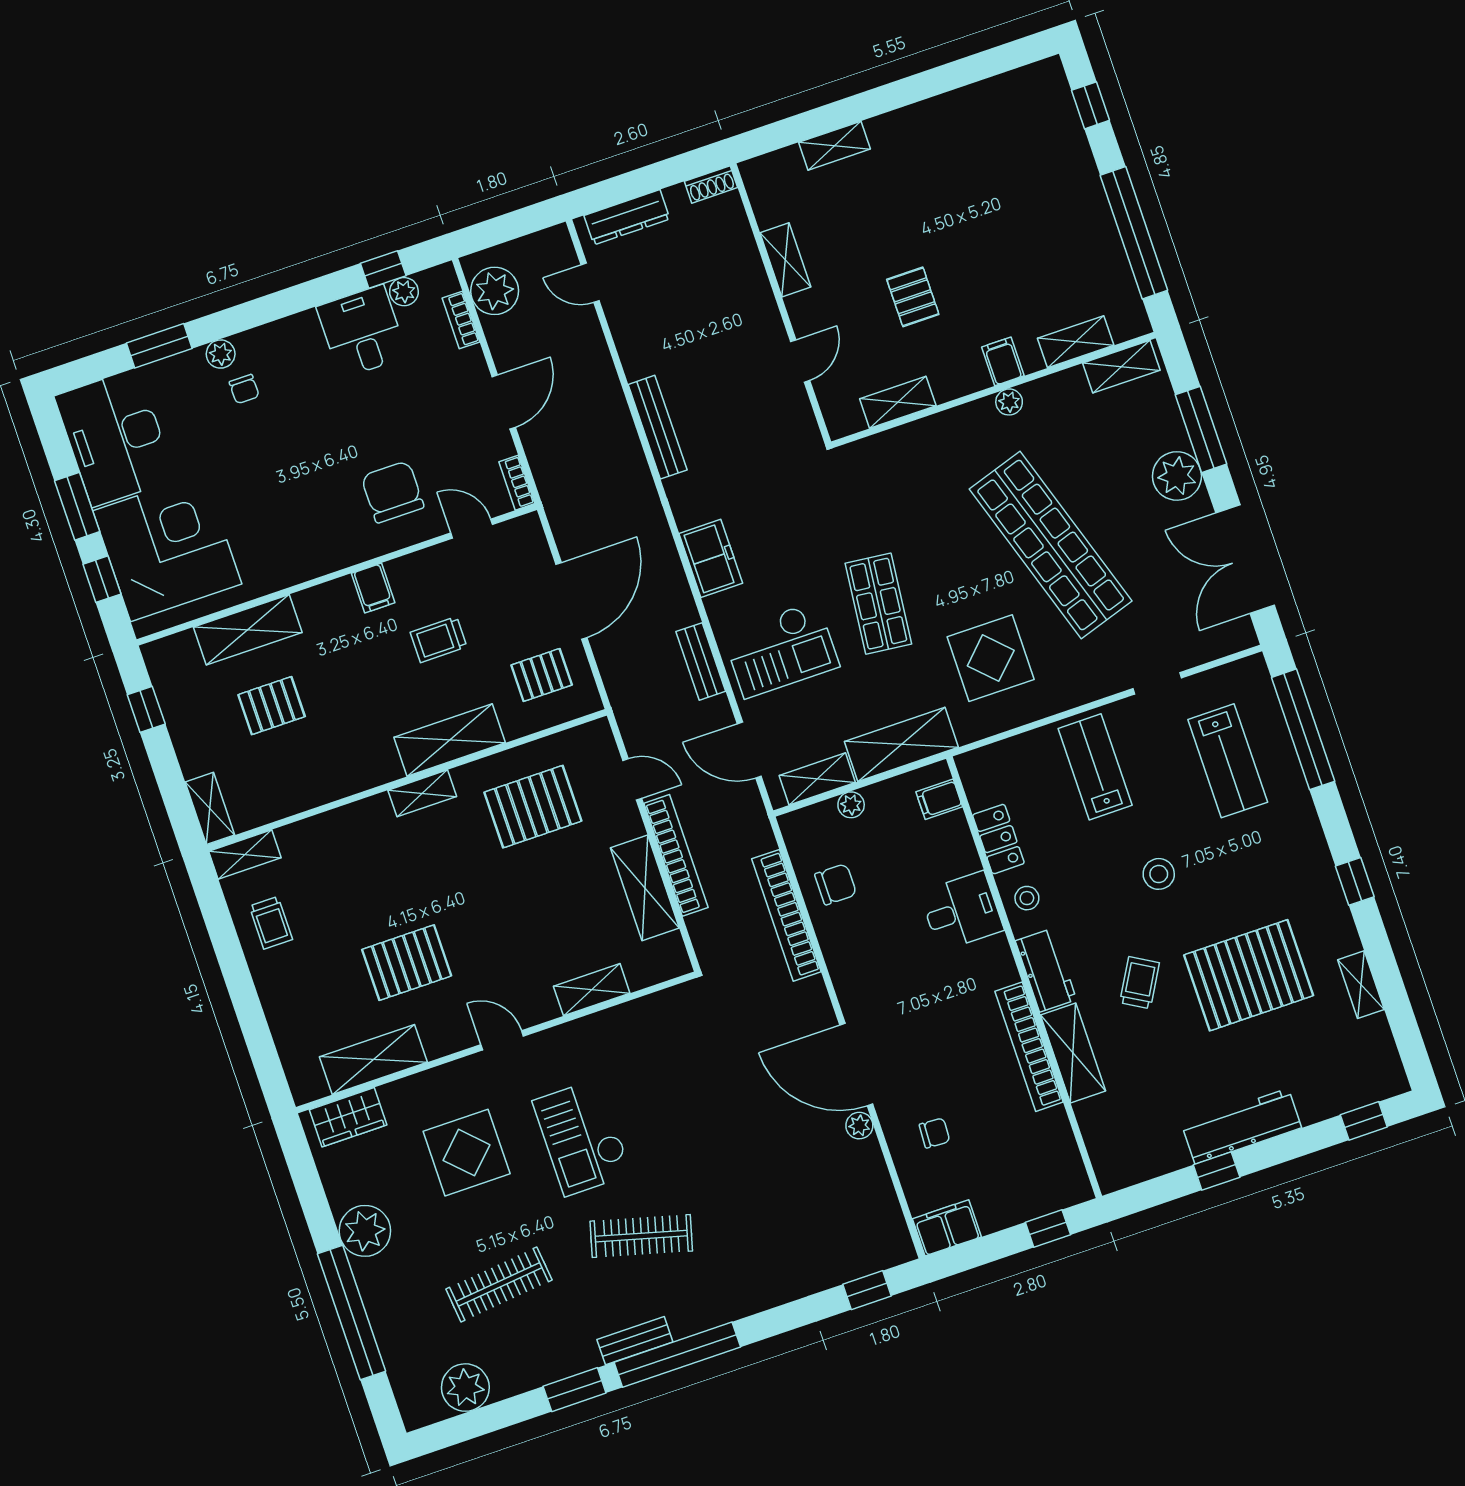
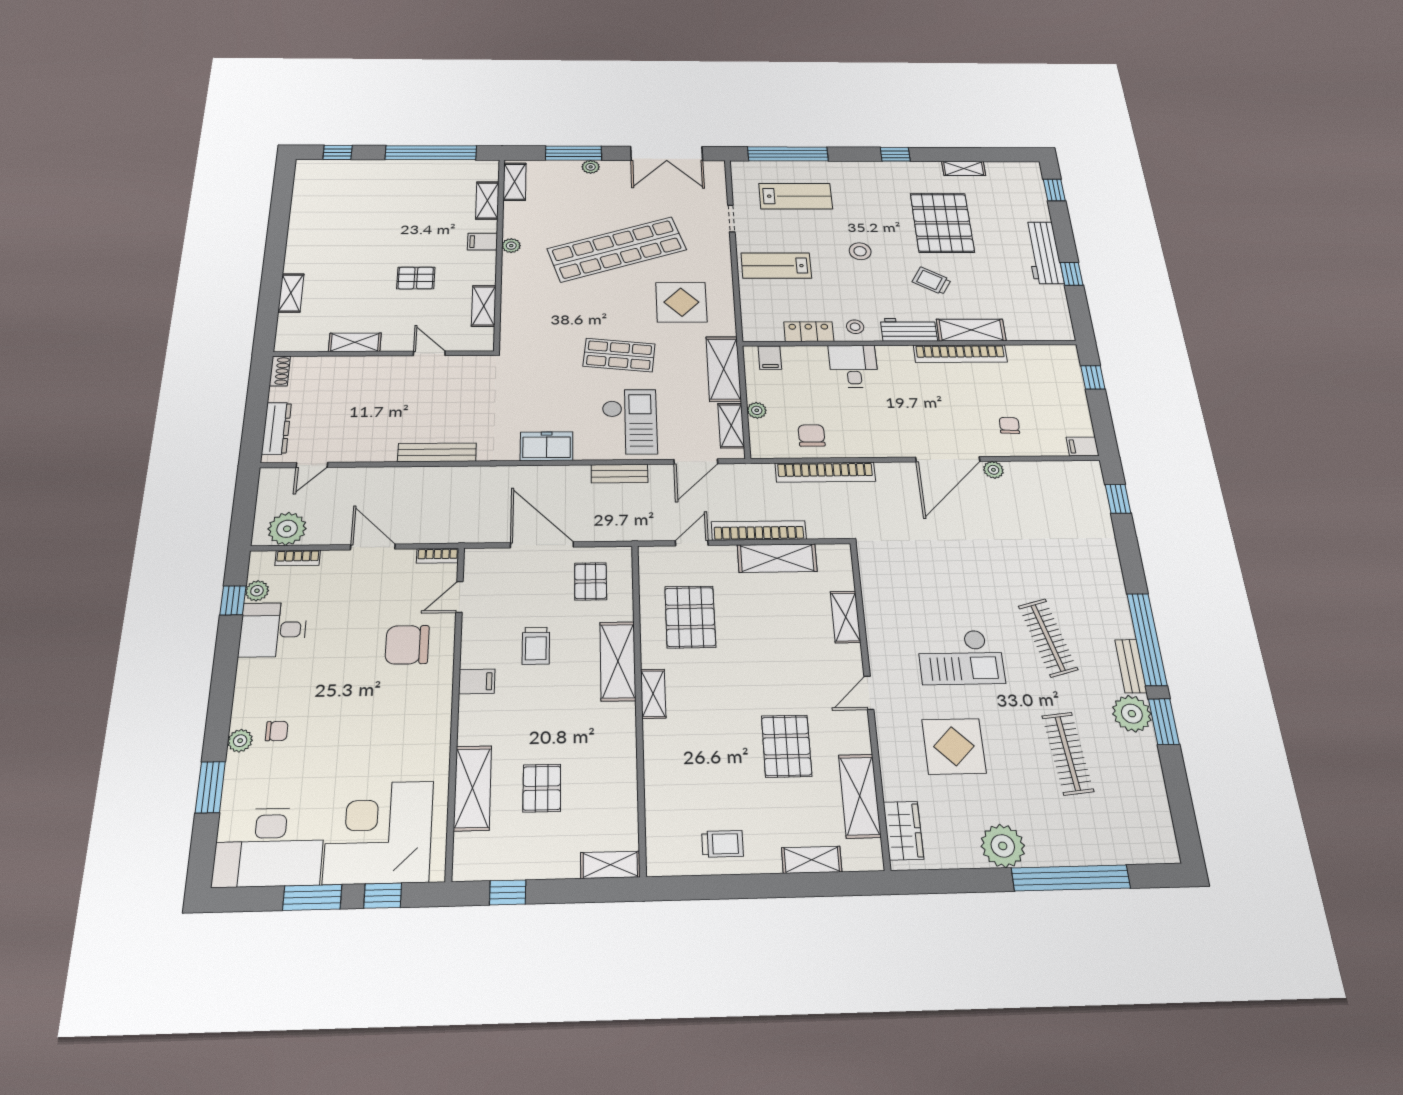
plant: (1177, 476) -> (591, 167), width x0.53, depth x0.53
shelving: (245, 854) -> (812, 860), moved, turned 90
filing cabinet: (947, 1228) -> (1083, 446), width x0.50
clothes rail: (641, 1236) -> (1048, 638), turned -30
plant: (465, 1388) -> (1132, 714), moved

